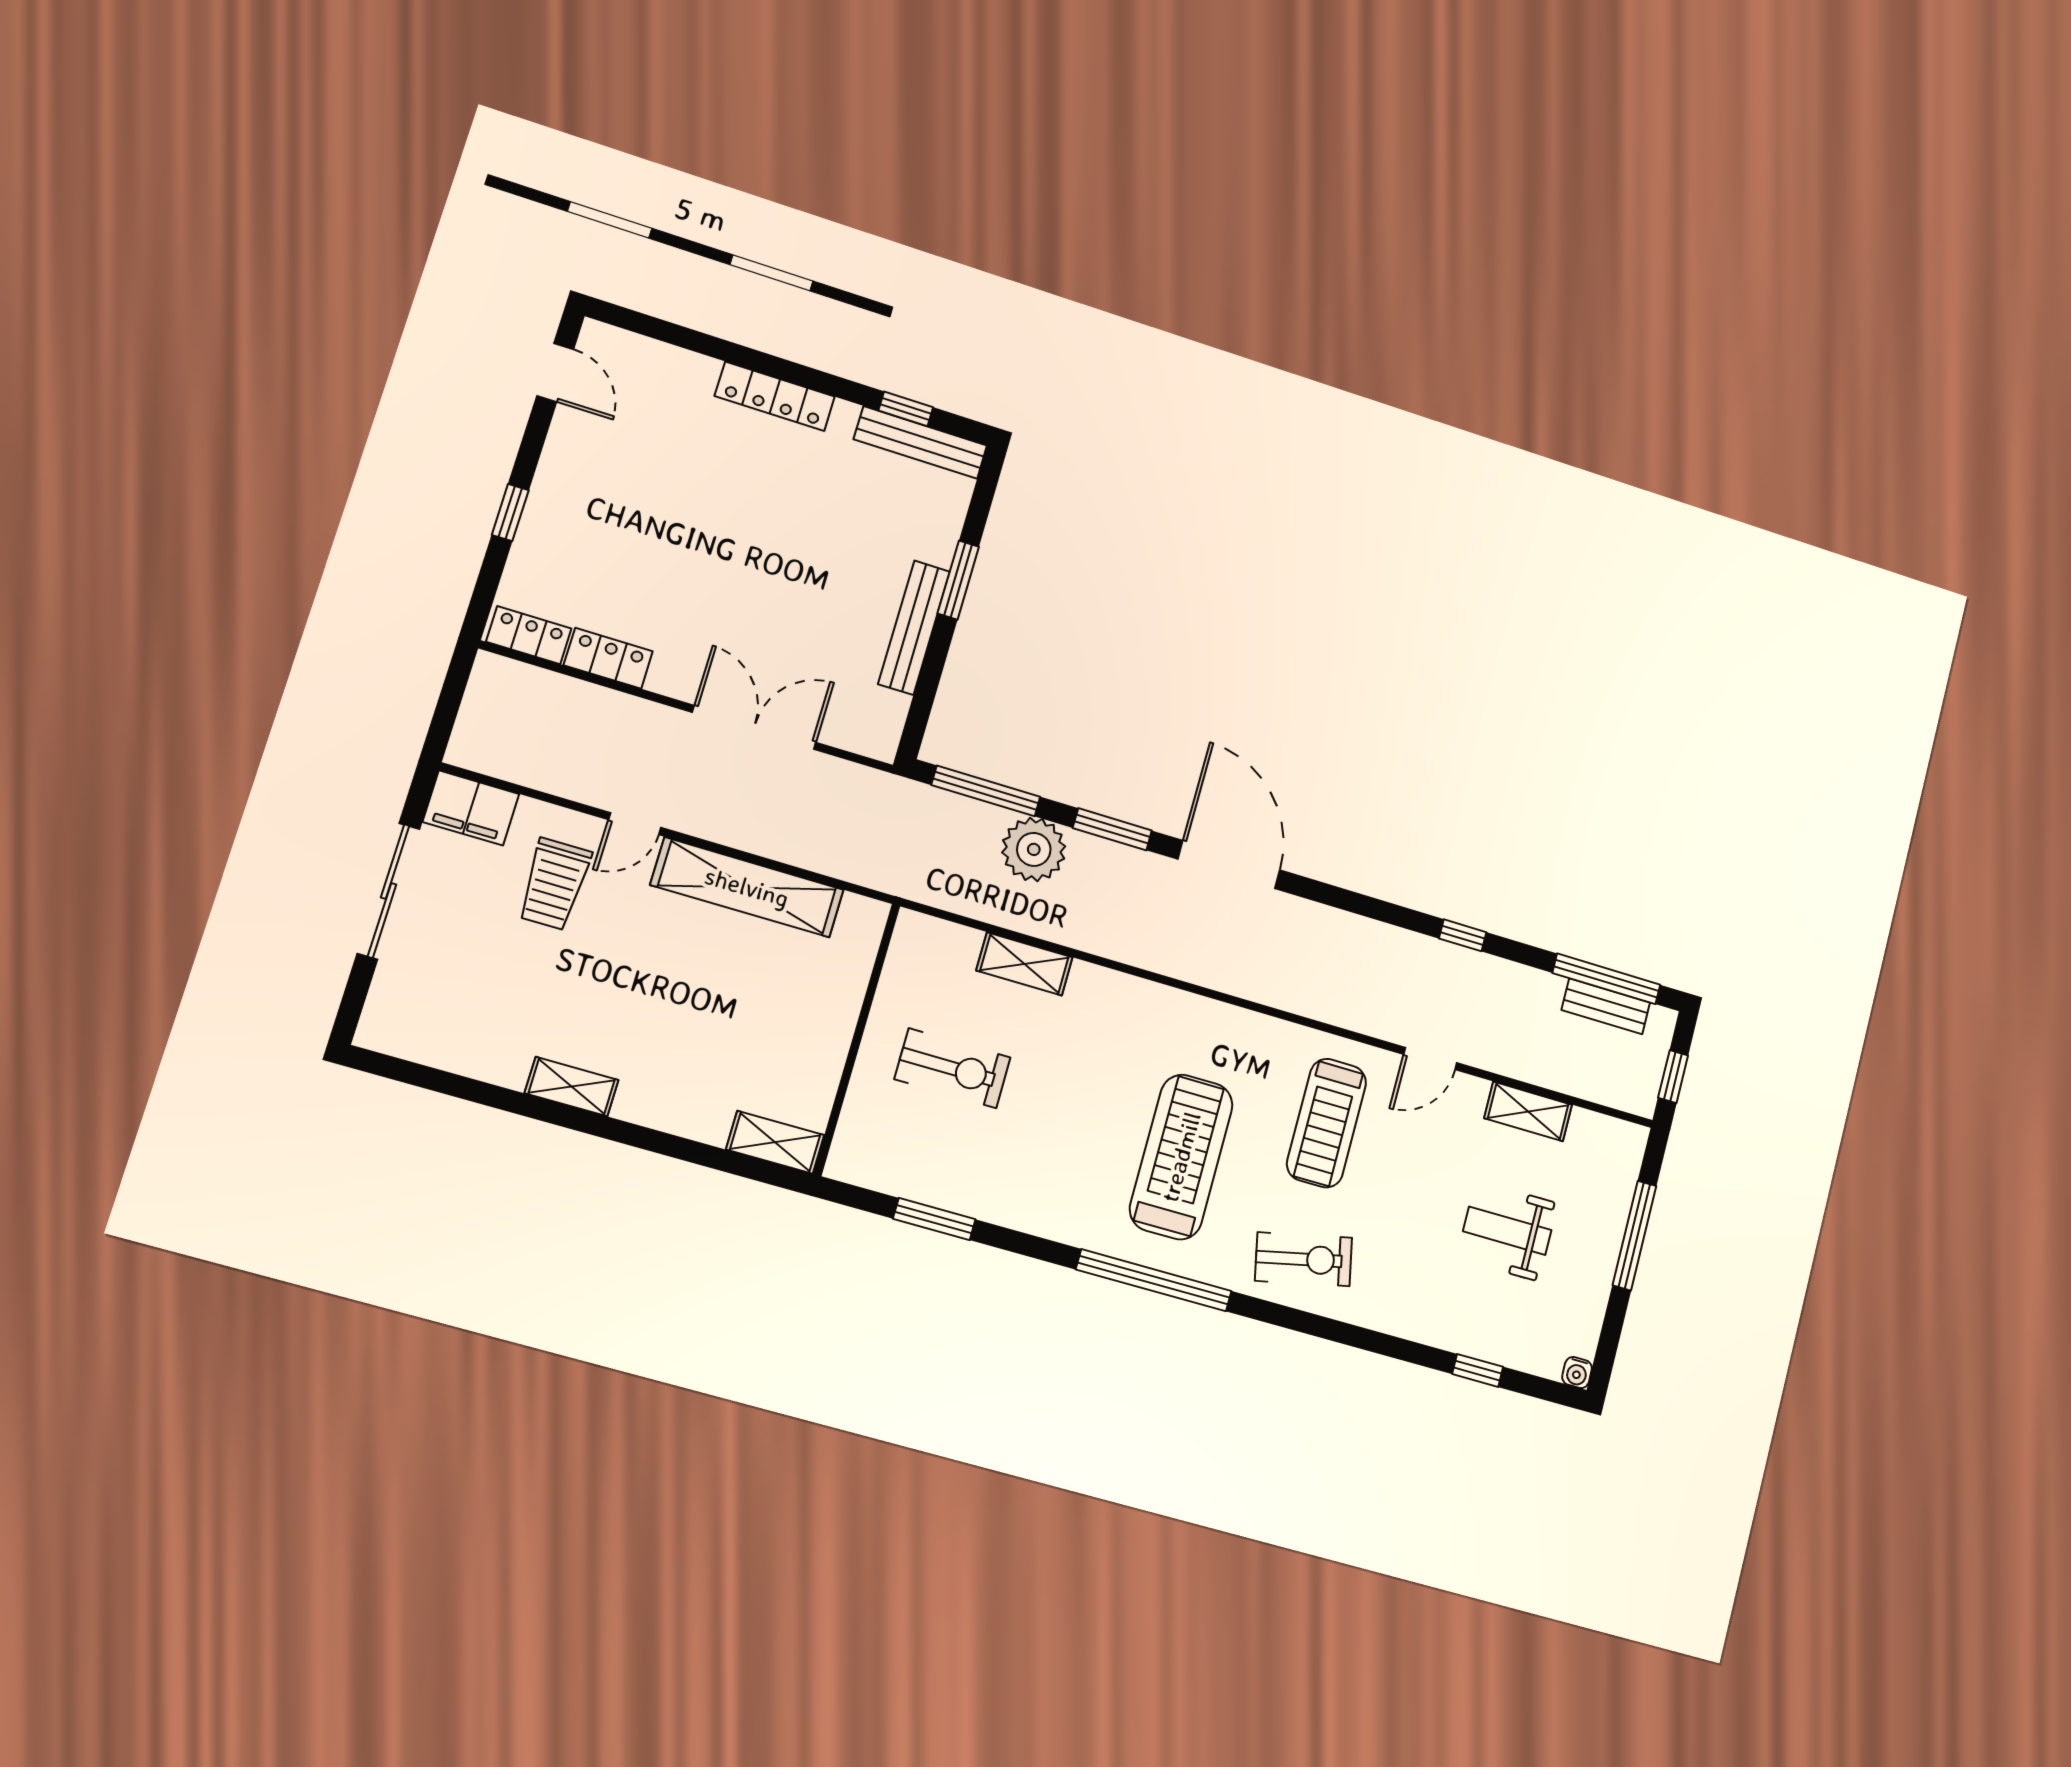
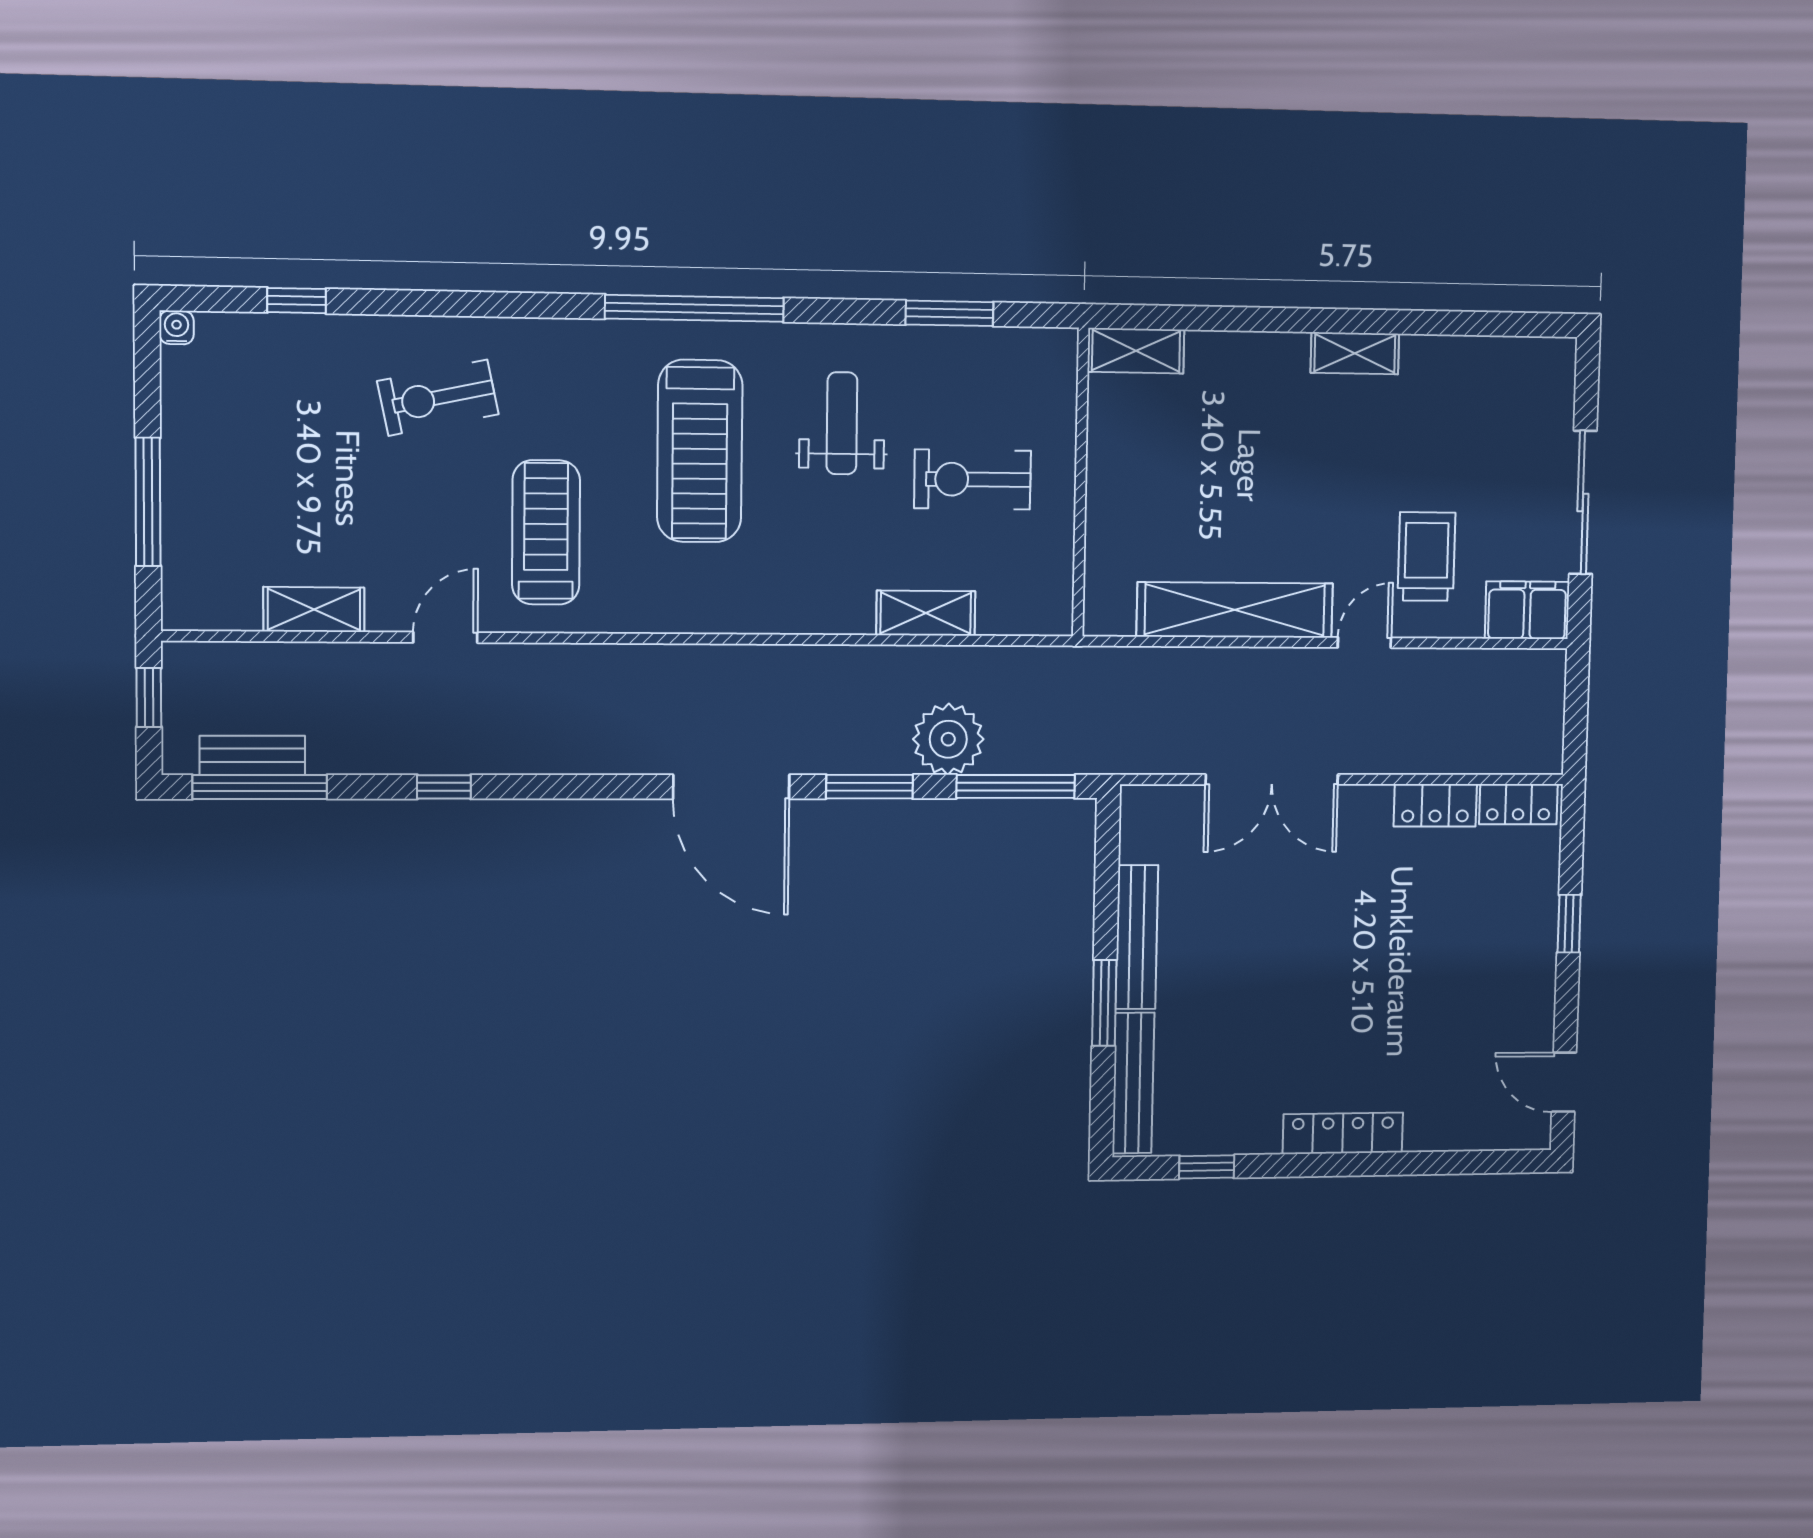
bench: (920, 442) -> (1133, 1083), moved, turned 90
weight bench: (1507, 1231) -> (842, 423), moved, turned -90
exercise bike: (1304, 1259) -> (438, 398), moved

